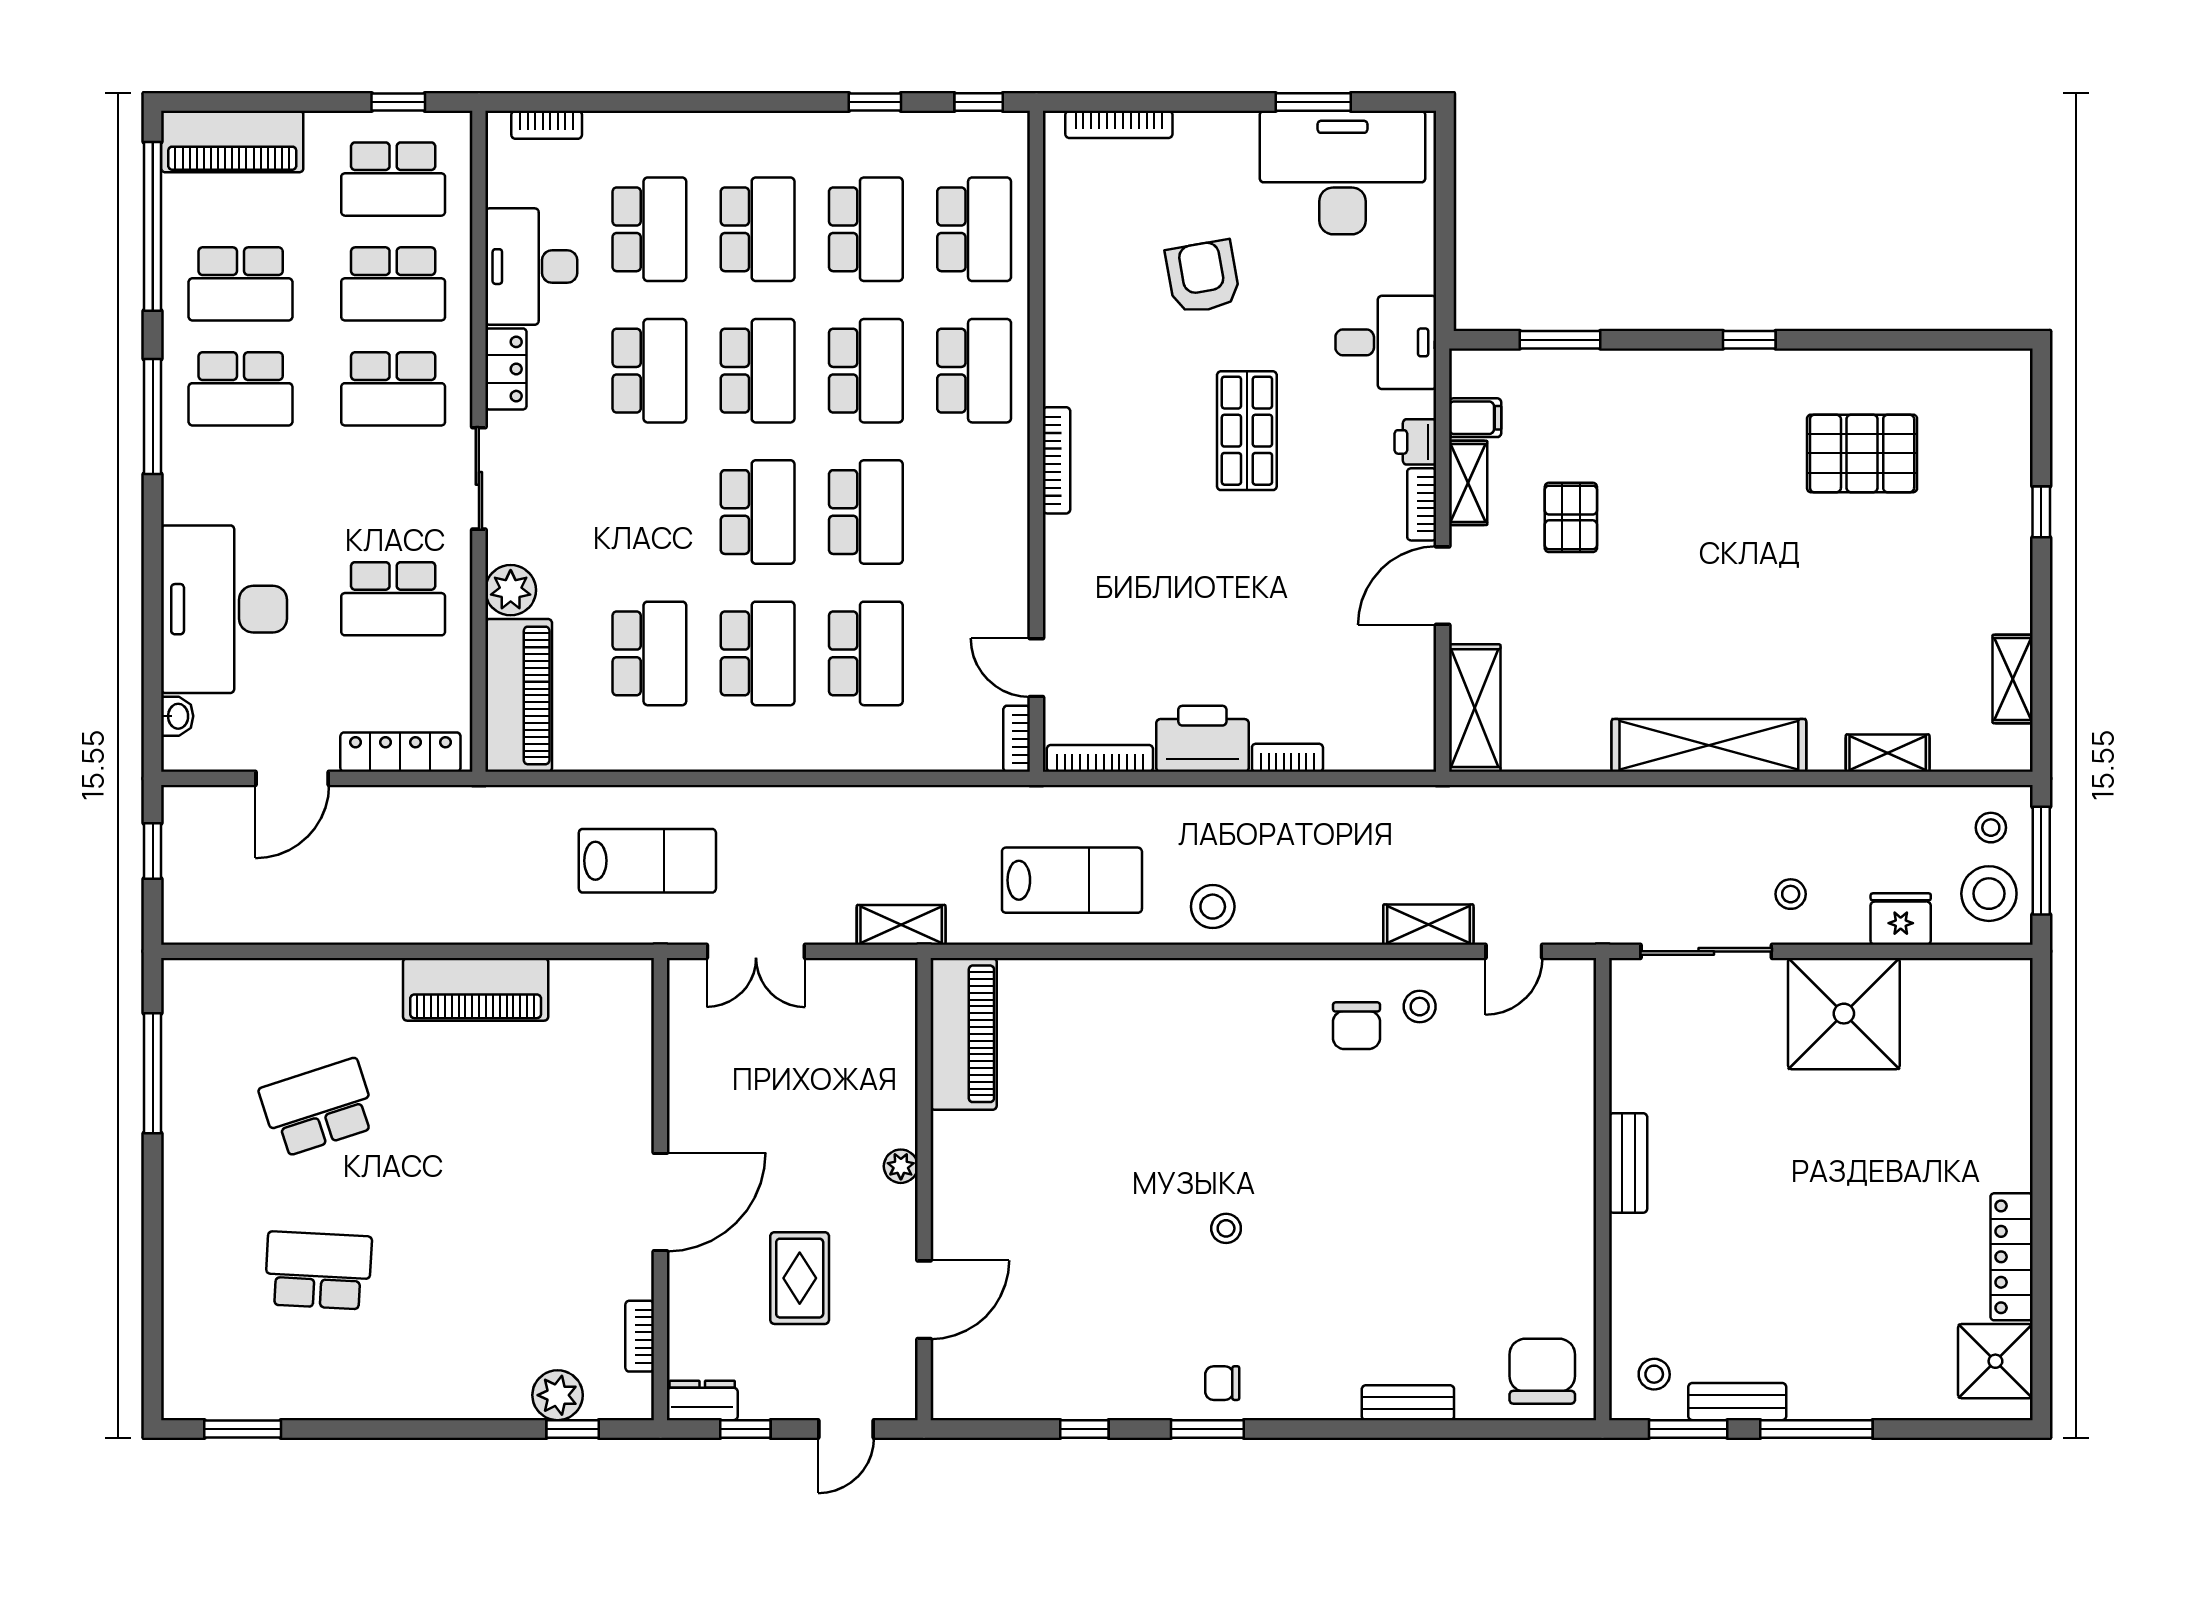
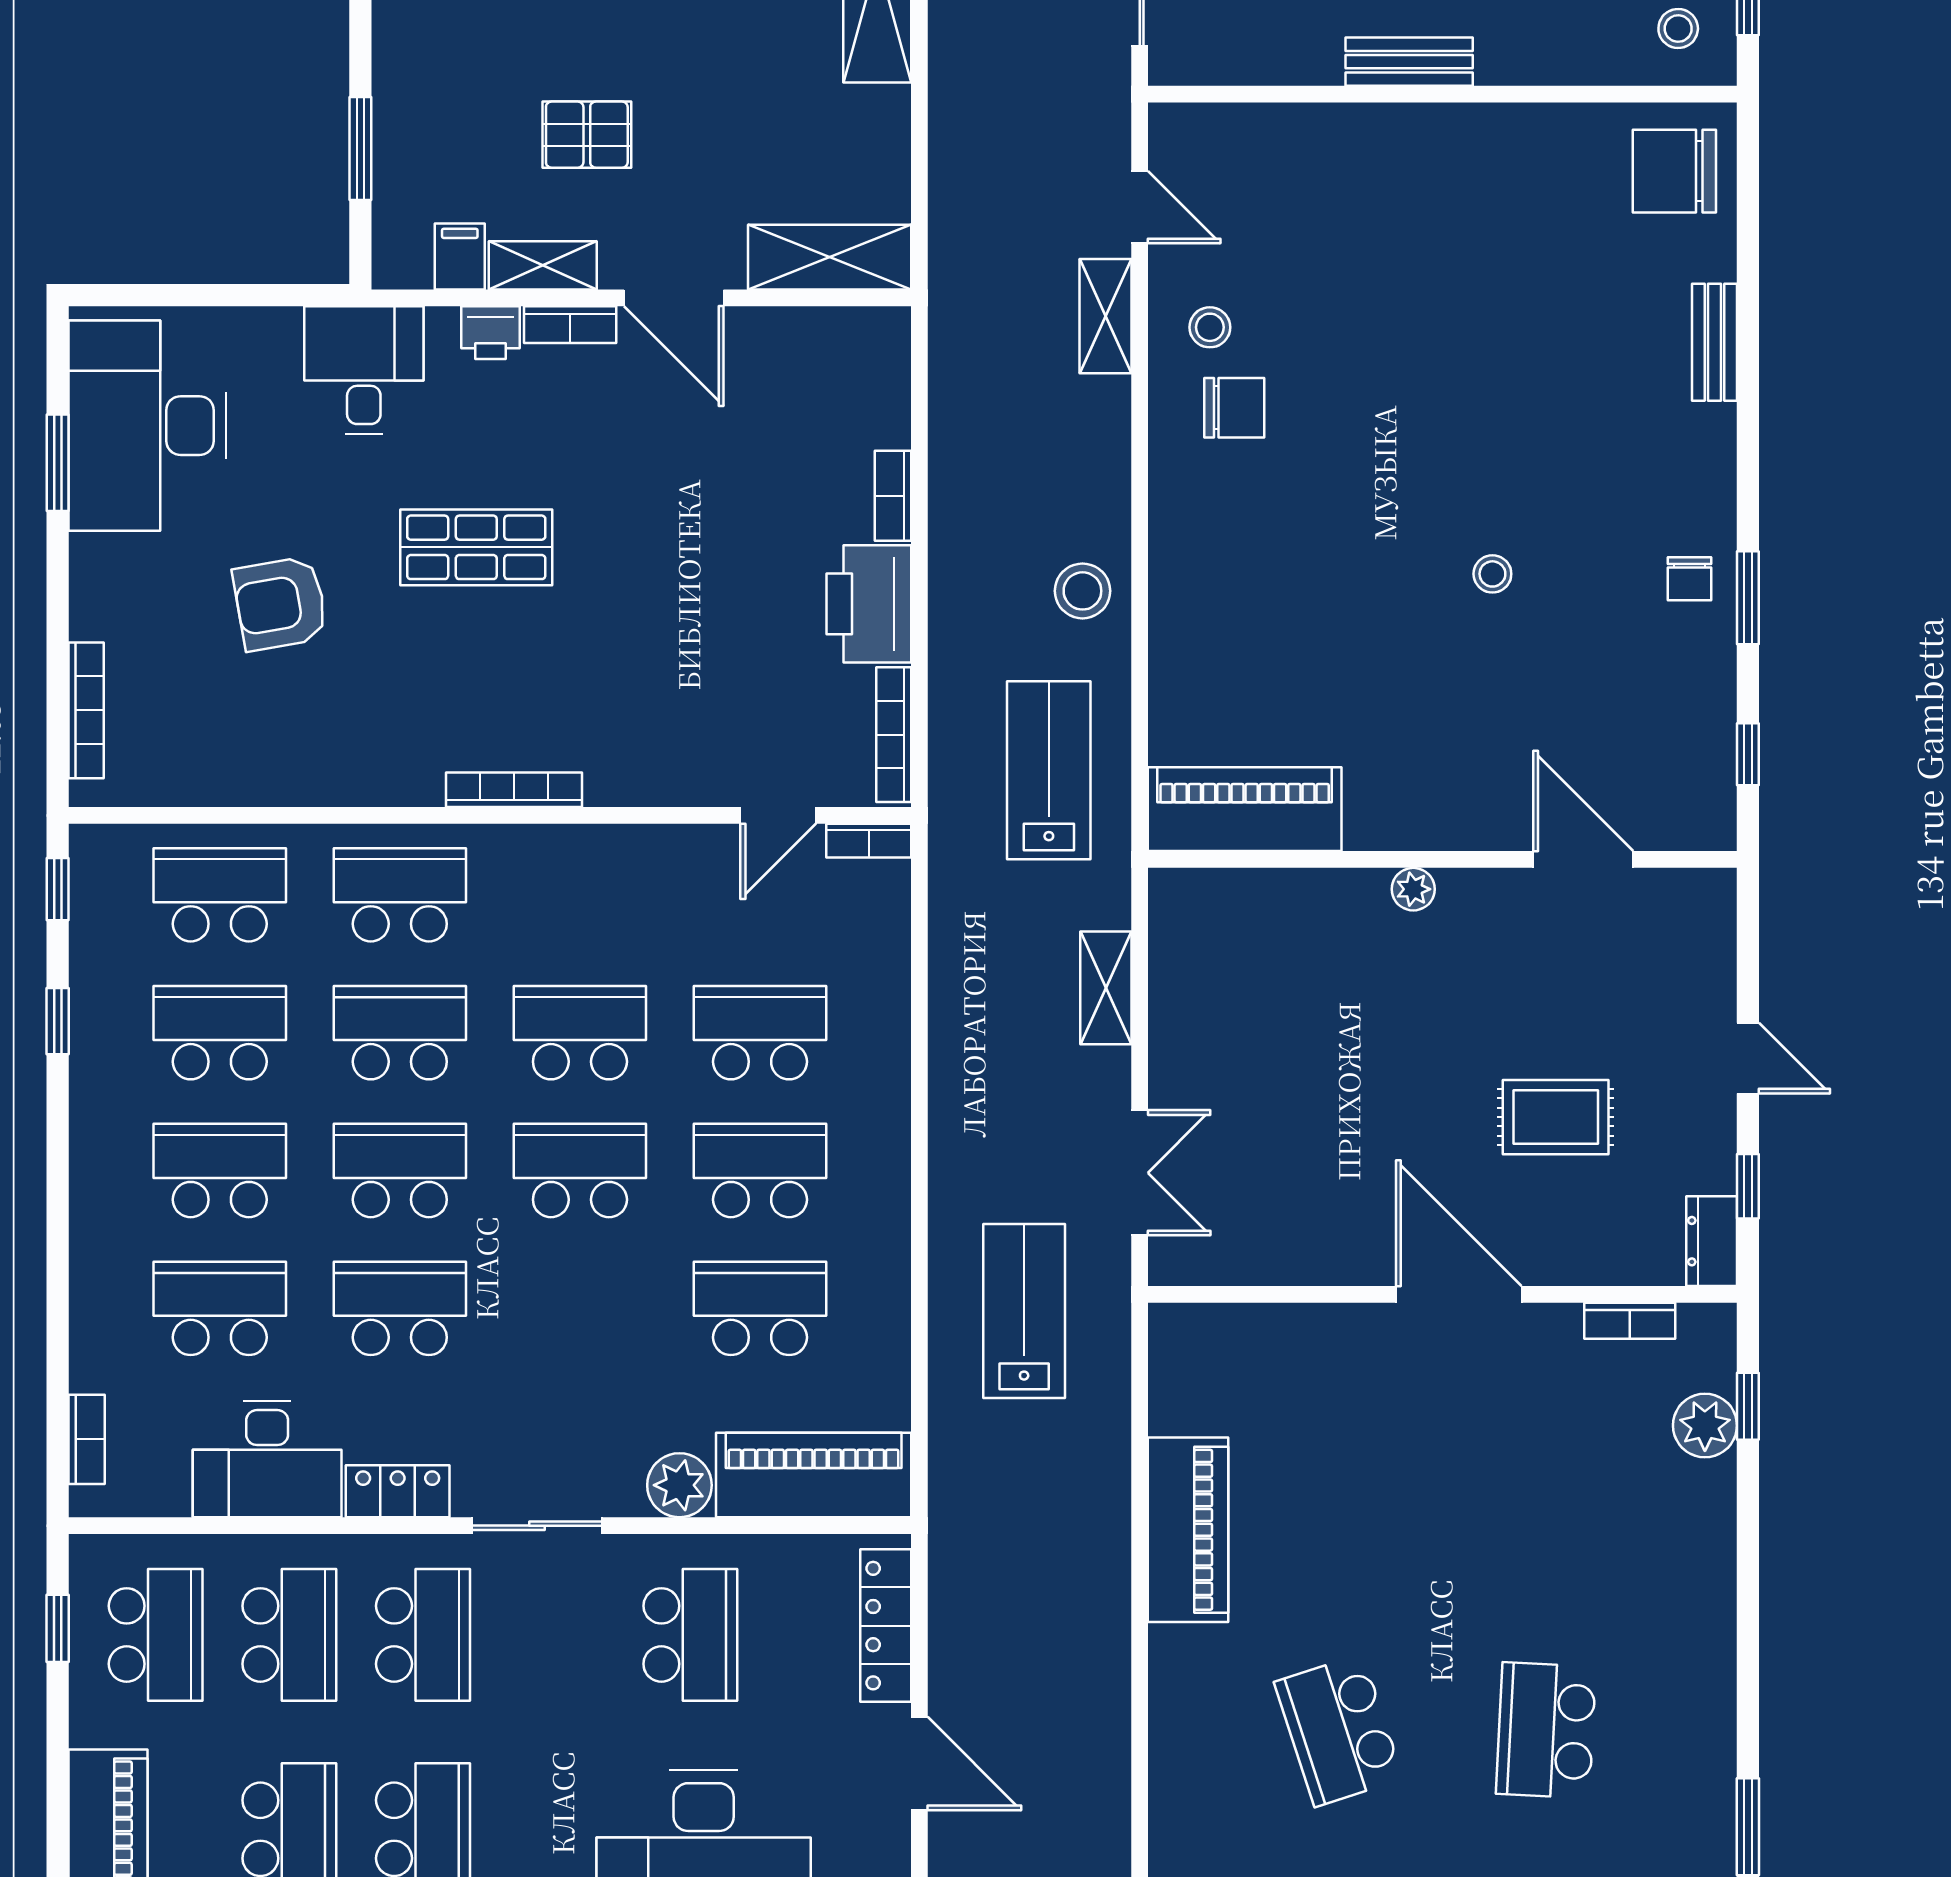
piano: (964, 1034) -> (1245, 809), moved
plant: (901, 1166) -> (1413, 889), moved
wall: (924, 1189) -> (1442, 859), moved
door: (924, 1300) -> (1583, 859), moved

